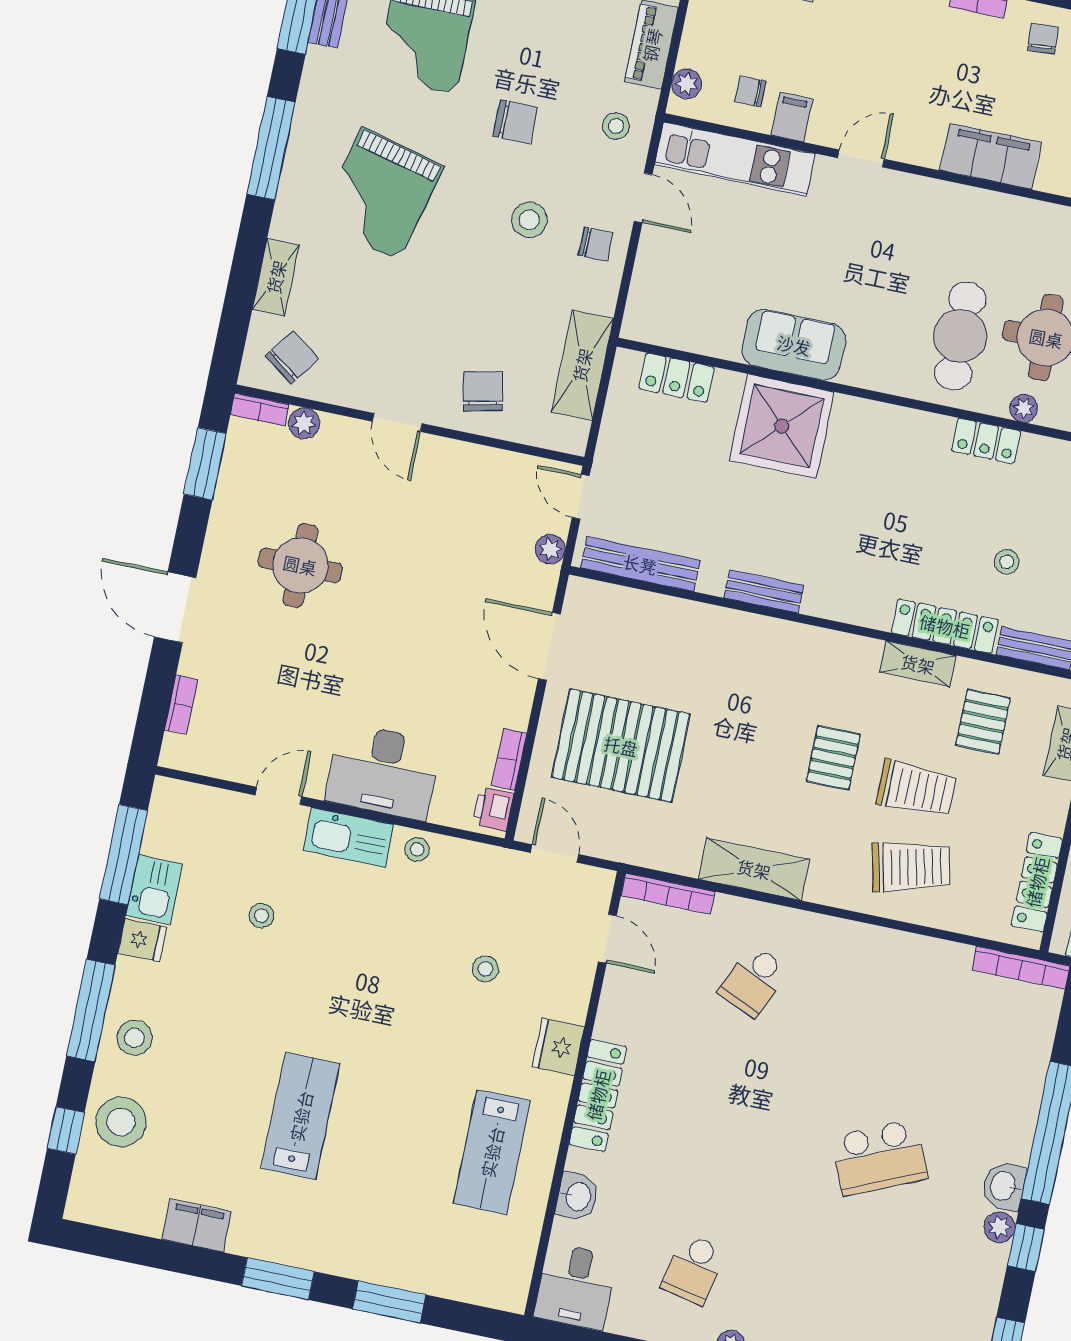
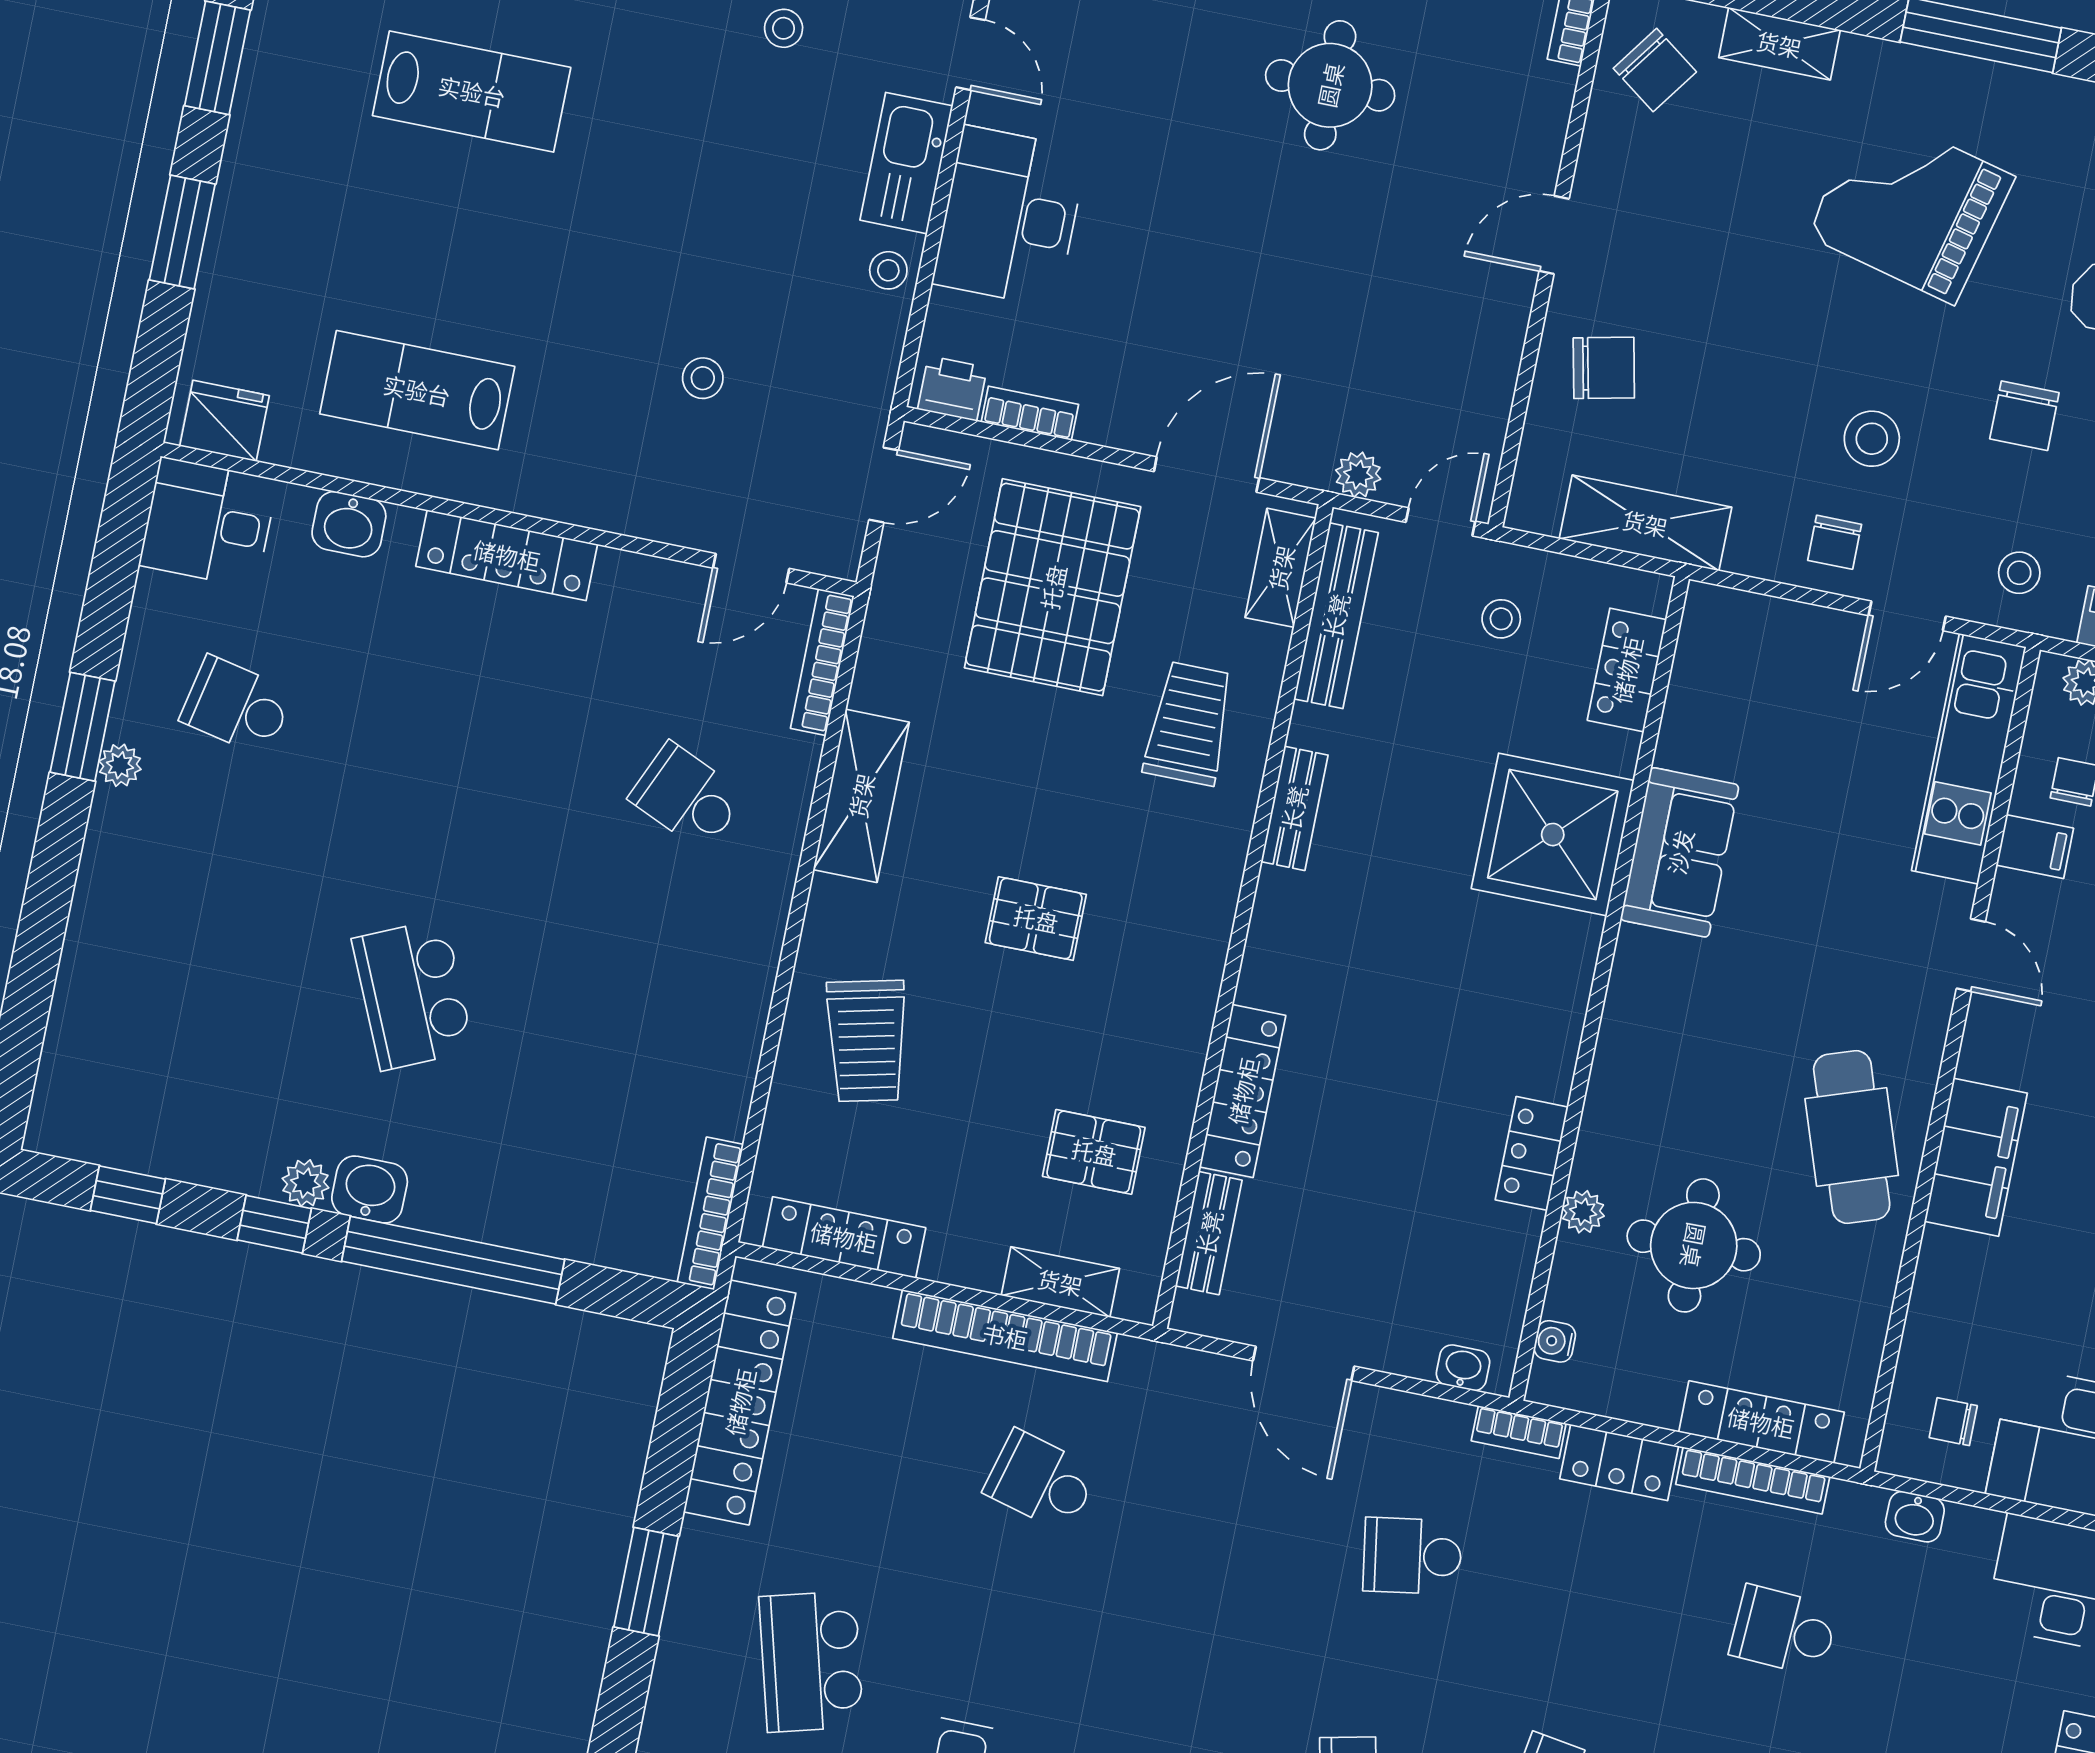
cafe table: (960, 336) -> (1852, 1137), moved, turned 72
plant: (304, 423) -> (1552, 89), removed
stool: (1007, 562) -> (1501, 619), moved
shelving: (918, 664) -> (1281, 568), moved
trolley: (916, 789) -> (1189, 724), moved, turned 180
fridge: (558, 1047) -> (225, 421), moved

